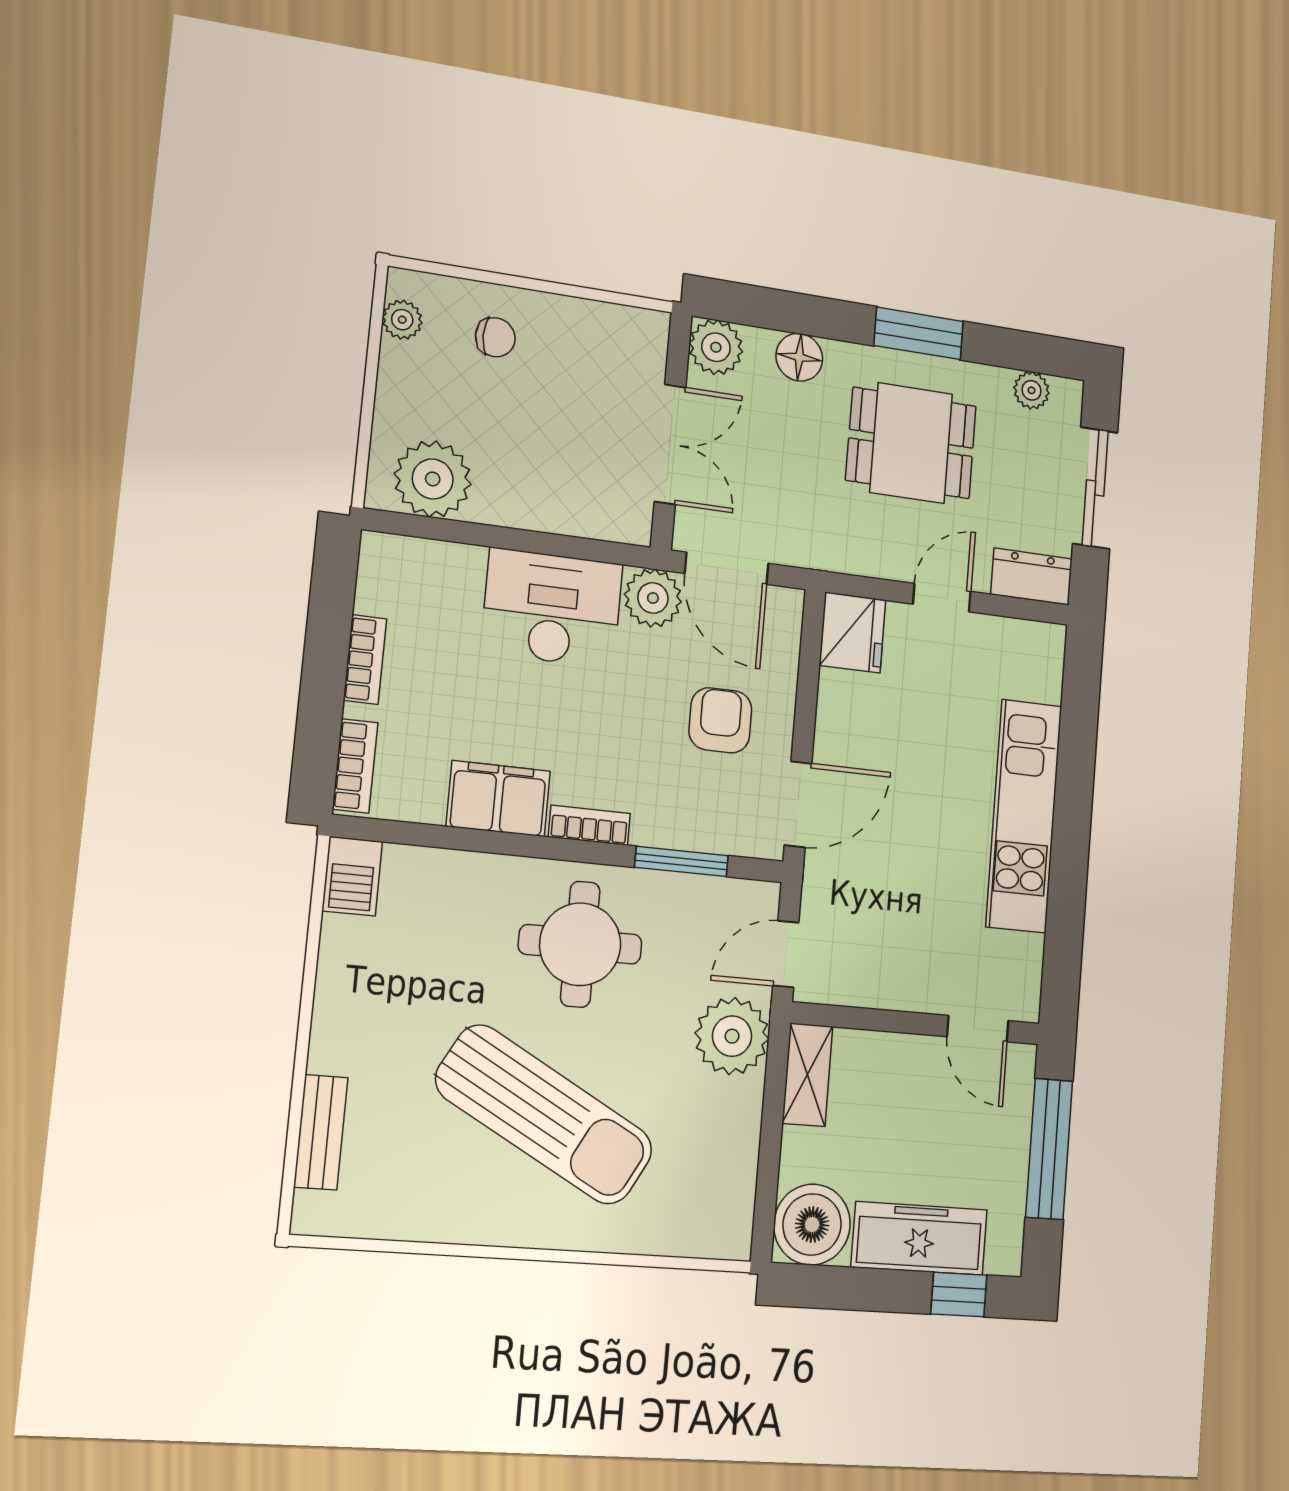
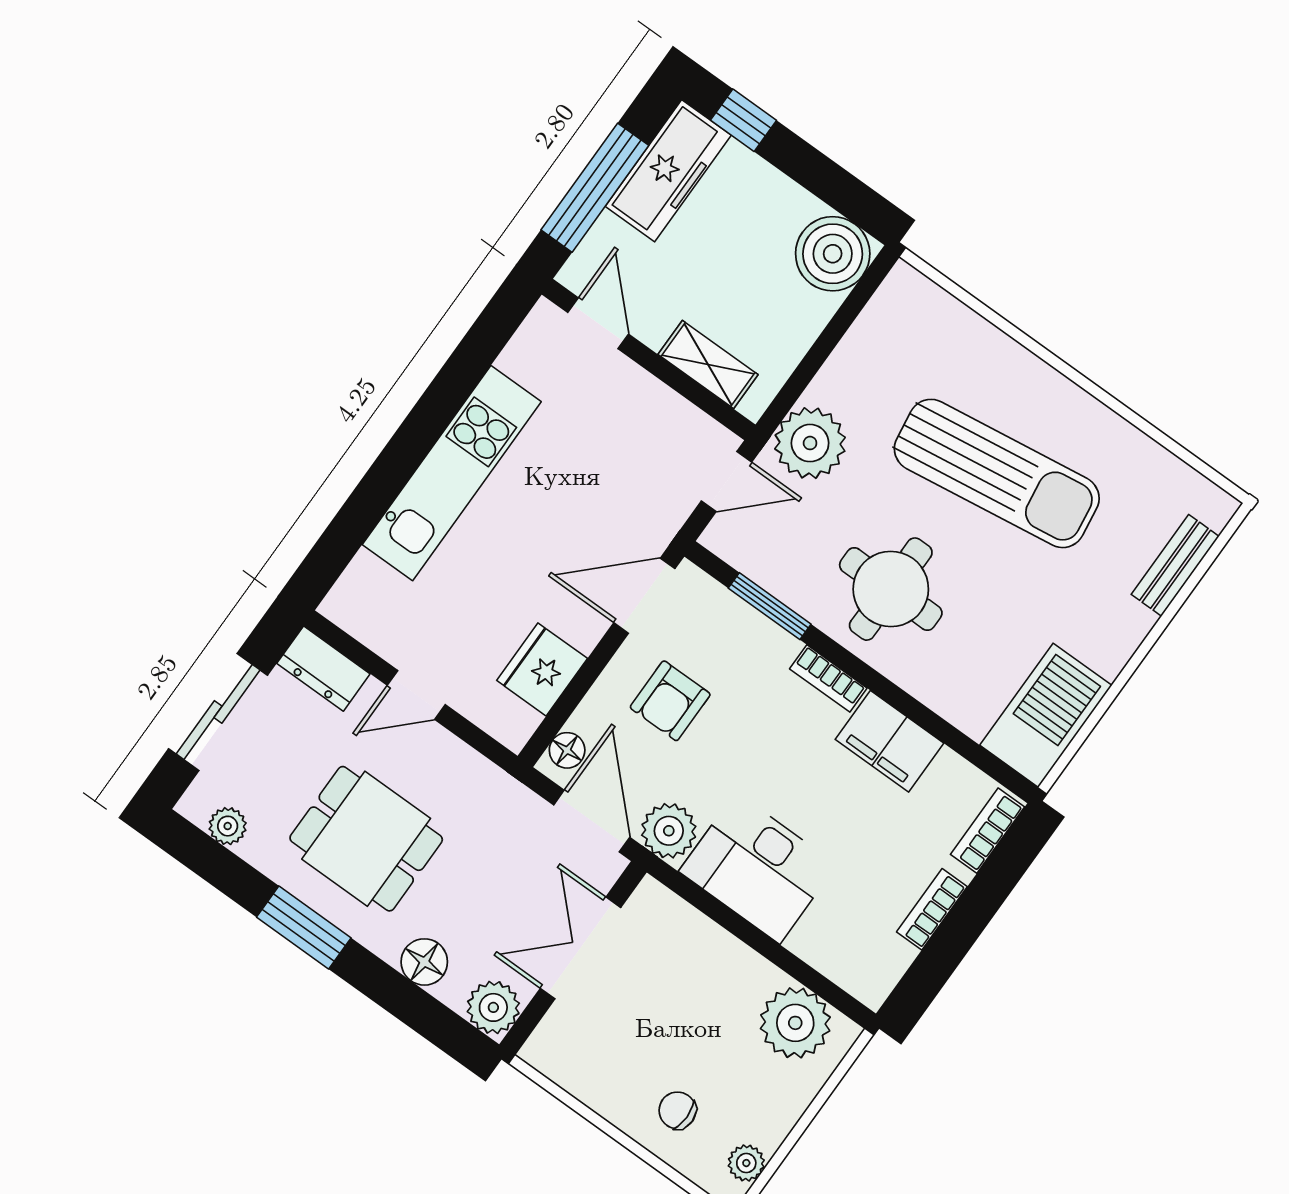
floor lamp: (785, 622) -> (567, 750), added
fridge: (852, 633) -> (542, 669), moved
barbecue: (352, 876) -> (1046, 715), width x1.88, depth x1.53
shelving: (807, 1075) -> (708, 364), moved, turned 90
sun lounger: (545, 1115) -> (997, 473), turned 143
freezer: (919, 1238) -> (668, 171), moved, turned -90

